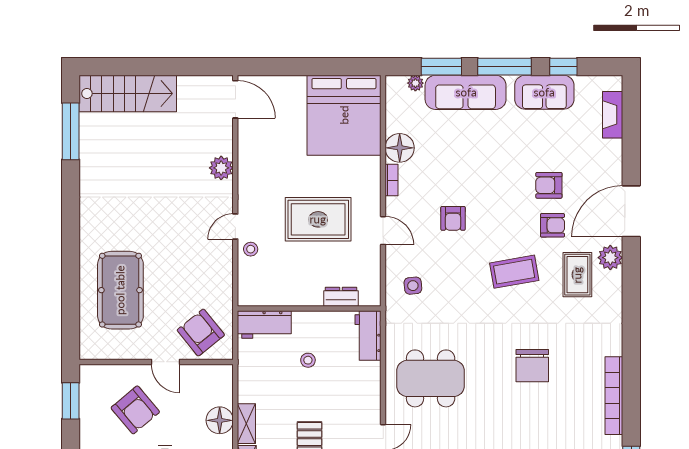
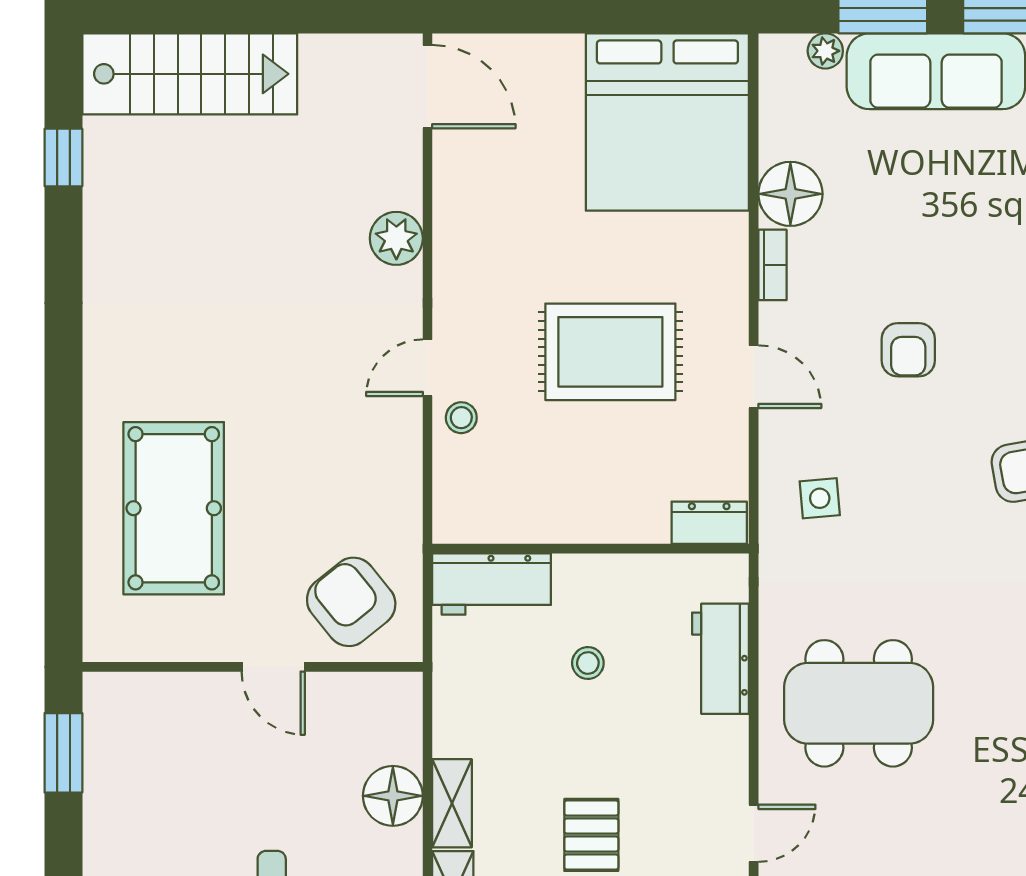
window: (71, 131) -> (63, 157), width x0.46
dresser: (341, 297) -> (709, 523), moved
workbench: (368, 335) -> (721, 659), moved
armchair: (135, 410) -> (206, 773), removed

